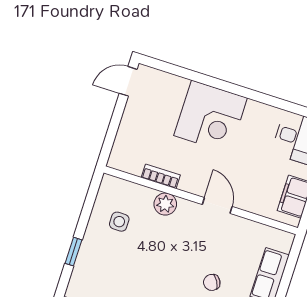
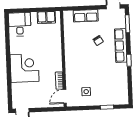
plant: (165, 204) -> (71, 74), removed
door: (217, 206) -> (65, 96), moved

